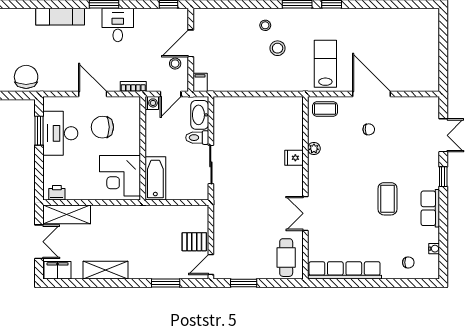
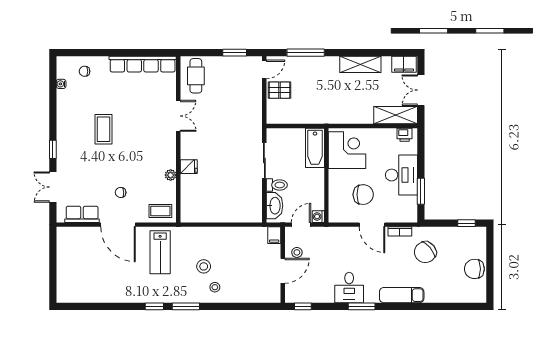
chair: (26, 77) -> (425, 252), moved, turned 50
bookcase: (133, 87) -> (400, 231), moved
desk: (60, 133) -> (401, 175), moved
row of seats: (430, 208) -> (82, 214), moved, turned -90
window: (166, 283) -> (306, 53), width x1.44

